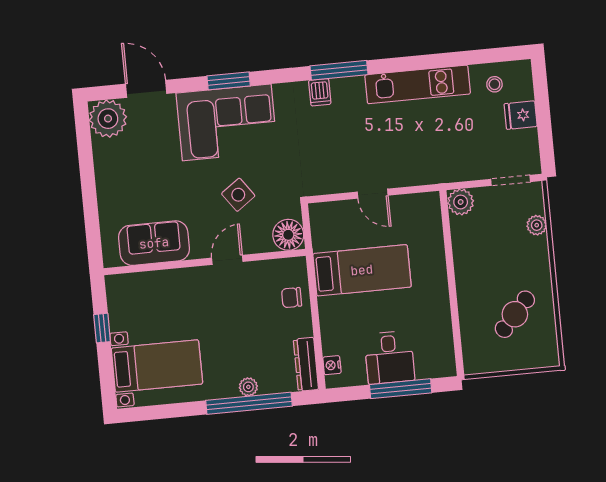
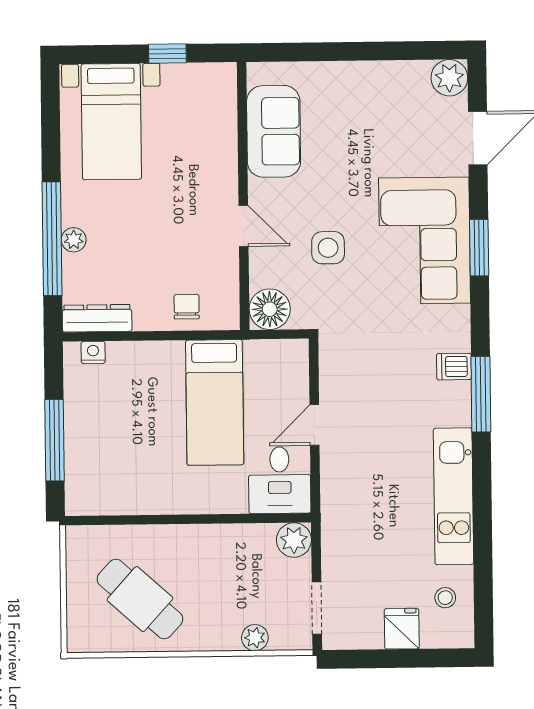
plant: (108, 119) -> (449, 78), width x0.73, depth x0.73
side table: (238, 195) -> (328, 248), turned 36
cafe table: (515, 314) -> (140, 599), width x1.37, depth x1.35
desk: (389, 357) -> (280, 480), moved, turned -90

